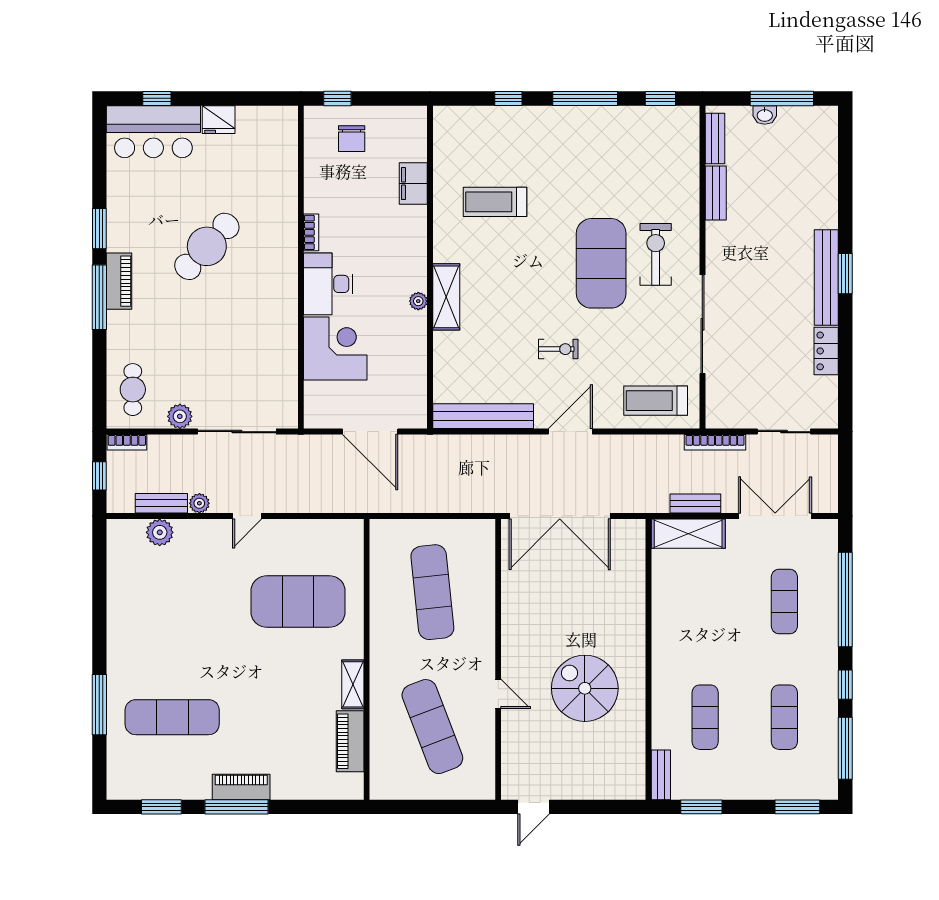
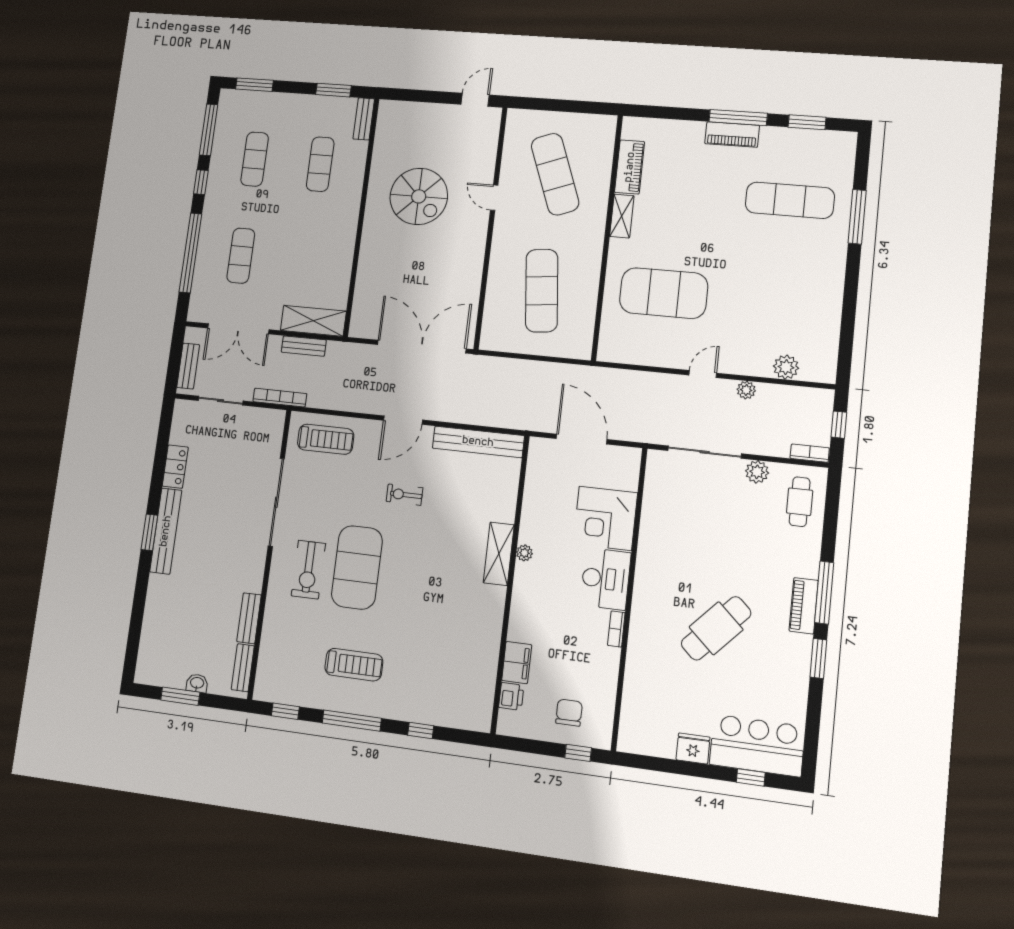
window: (782, 98) -> (180, 696), width x0.69
printer: (415, 147) -> (511, 696), added
treadmill: (495, 202) -> (354, 665), moved
bench: (161, 503) -> (188, 366), moved, turned 90

